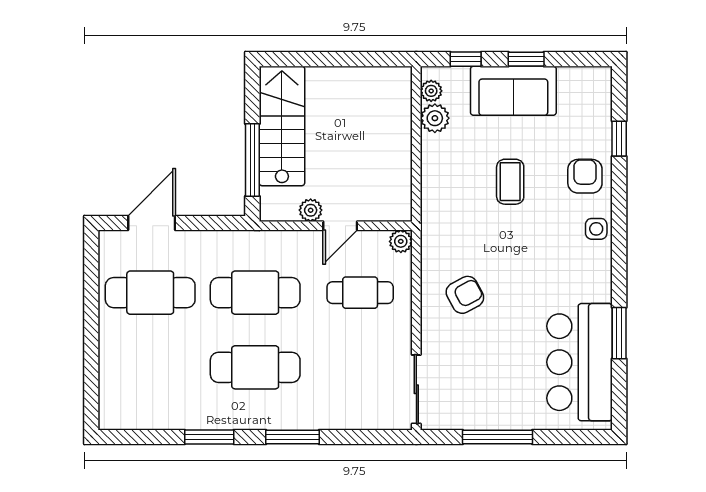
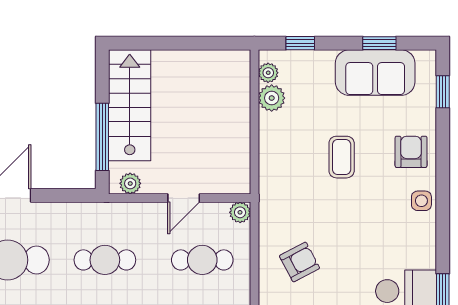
window: (526, 59) -> (379, 43), moved
sofa: (513, 91) -> (375, 73), moved
window: (619, 139) -> (443, 92), moved
plant: (311, 210) -> (130, 183), moved
cafe table: (255, 293) -> (105, 260), width x0.73, depth x0.74

